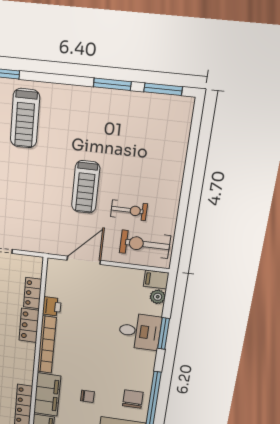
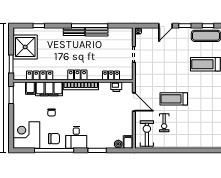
printer: (52, 306) -> (116, 87), moved
locker: (29, 325) -> (77, 75), moved
desk: (140, 331) -> (76, 137), moved

